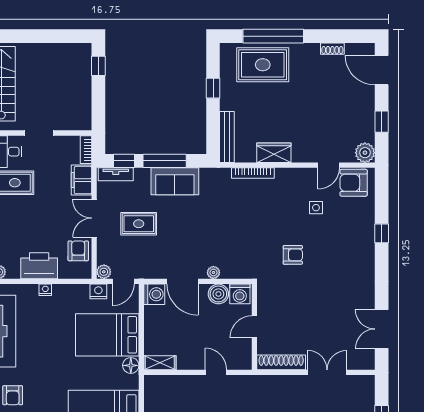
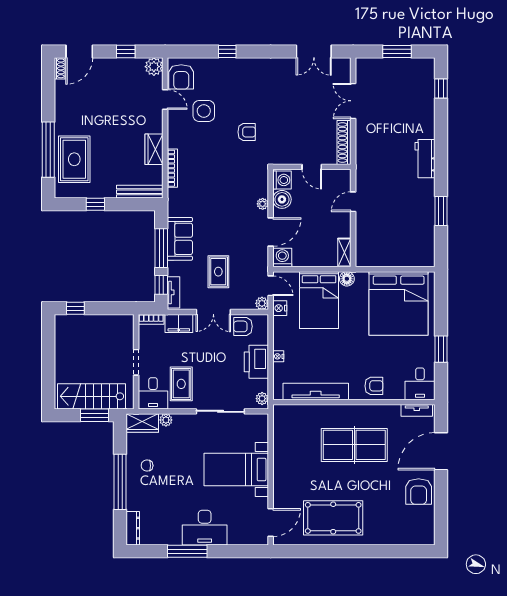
shoe rack: (332, 49) -> (60, 68), moved
side table: (316, 208) -> (204, 111), width x1.87, depth x1.87
armchair: (293, 255) -> (247, 132), turned 90

